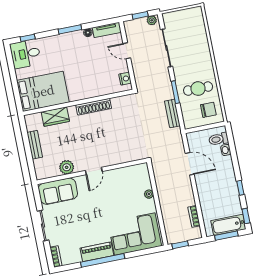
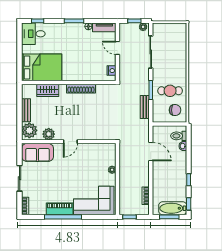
plant: (43, 168) -> (29, 130), added

